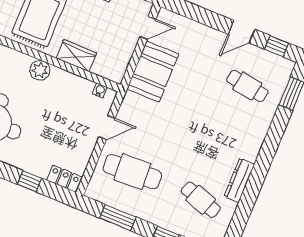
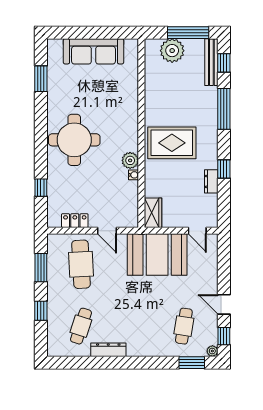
wardrobe: (76, 56) -> (153, 213), moved
plant: (288, 66) -> (212, 351), added
booth: (153, 71) -> (157, 255), width x1.36, depth x1.42
water cooler: (100, 90) -> (133, 175), moved
locker: (64, 179) -> (75, 221), moved, turned -90

